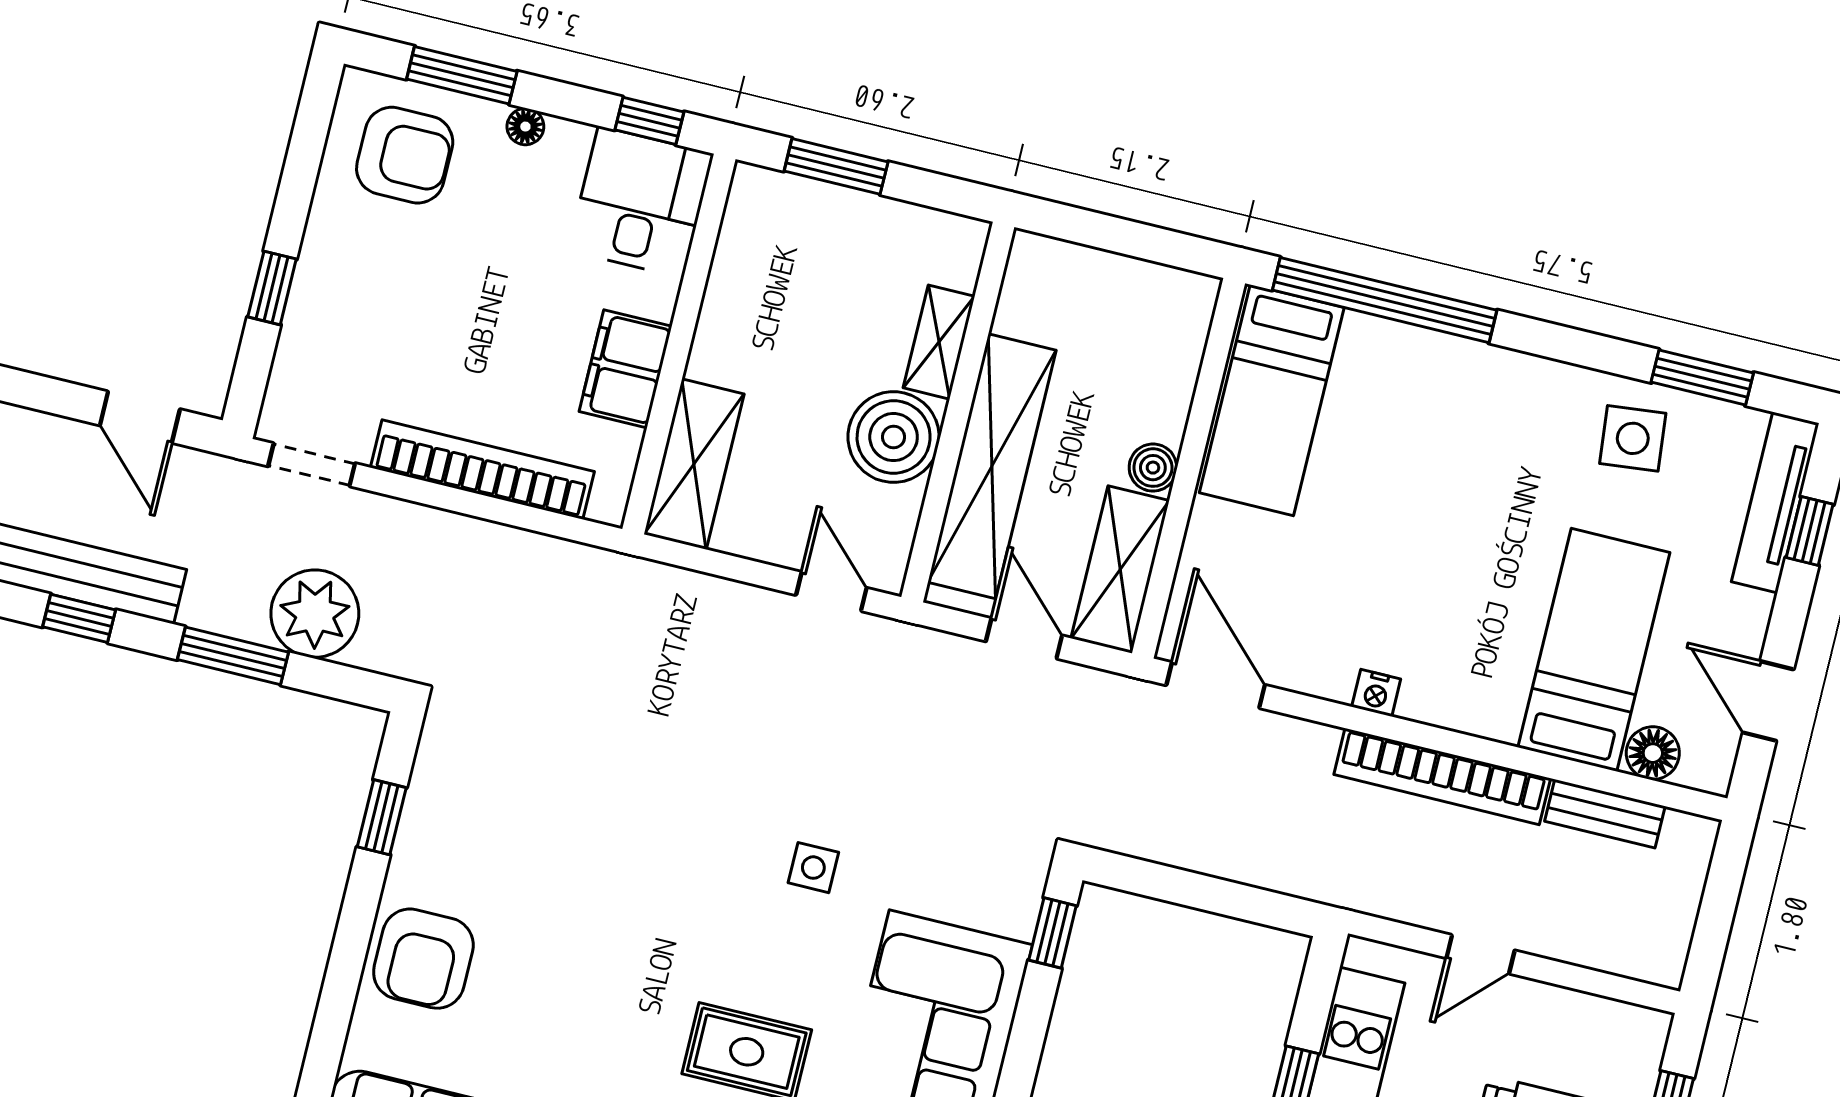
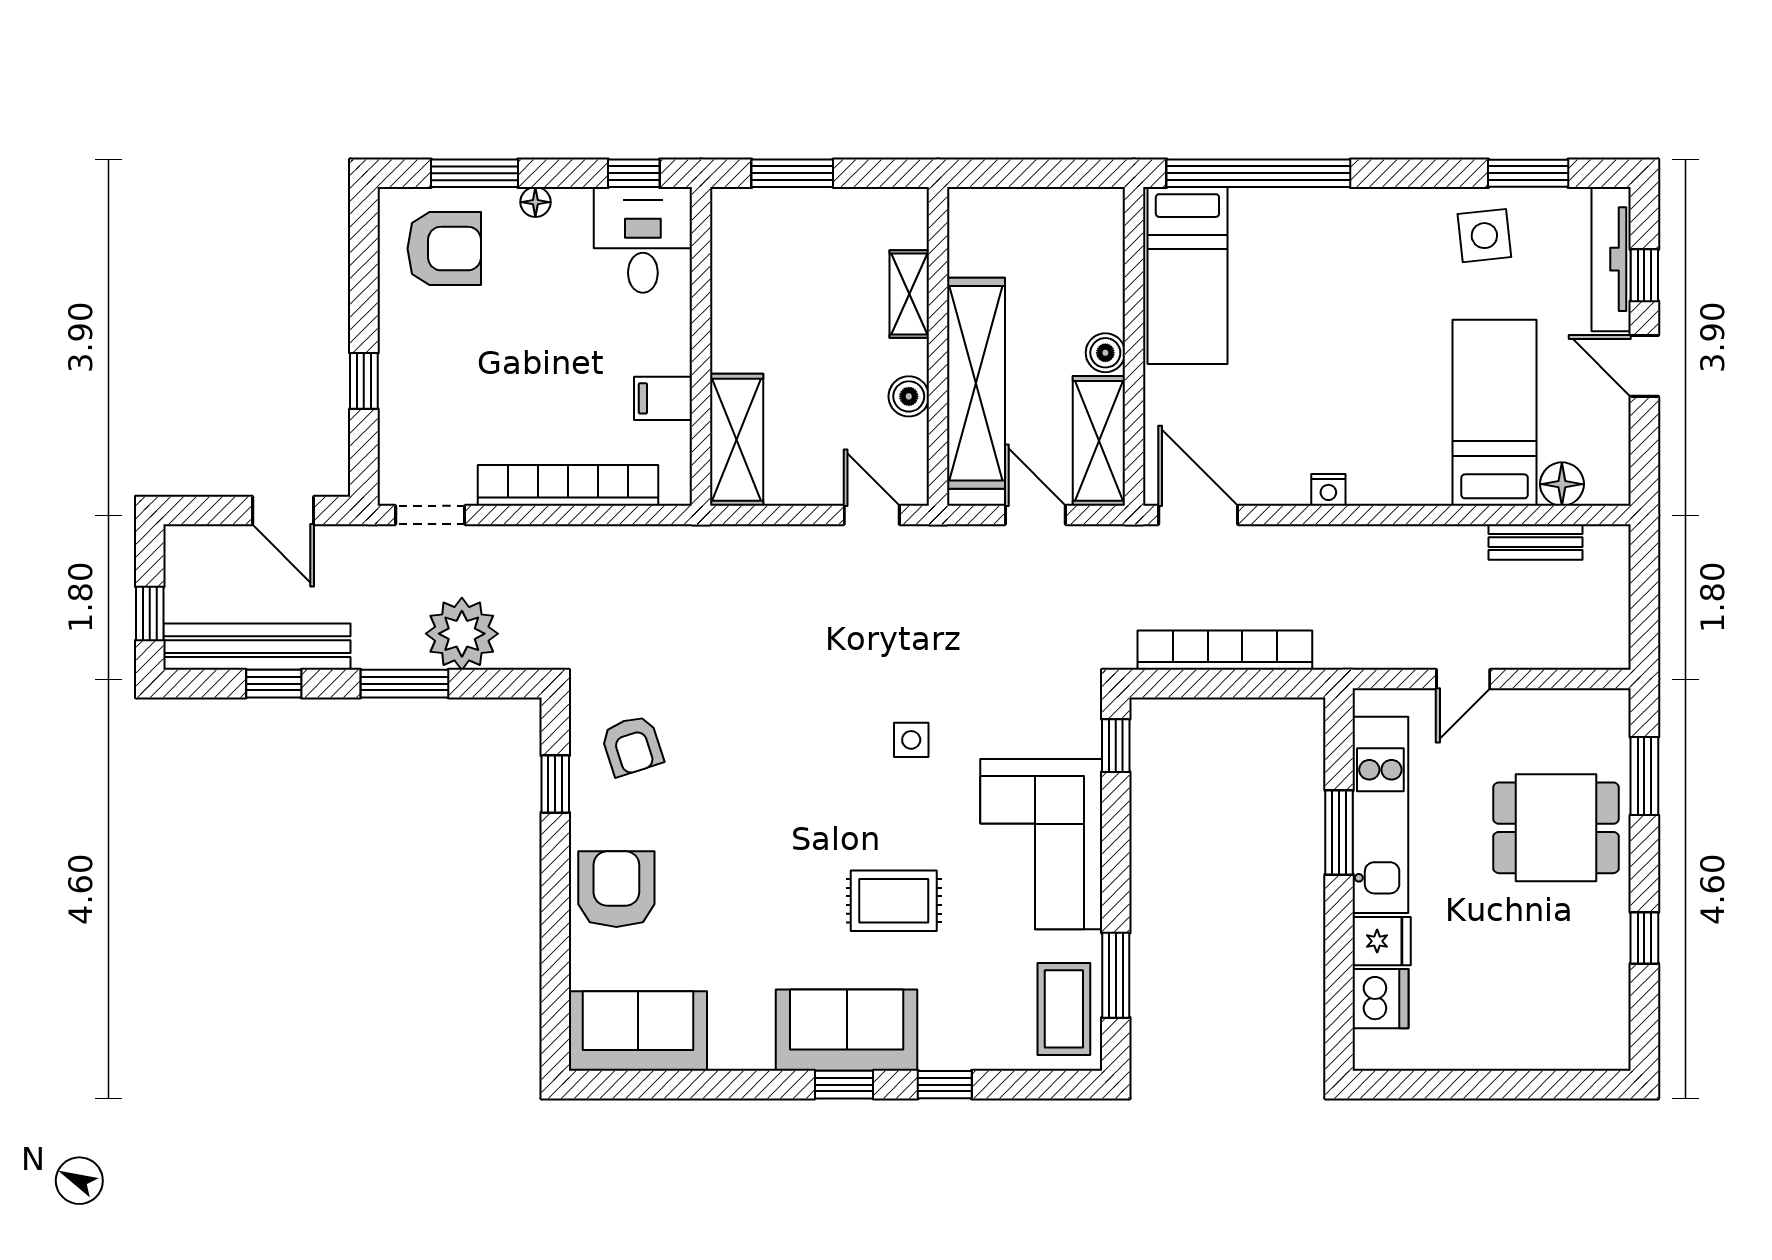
filing cabinet: (626, 369) -> (663, 398), width x0.50
boiler: (894, 437) -> (909, 396), width x0.54, depth x0.54
door: (1768, 701) -> (1644, 366), moved
bookcase: (1442, 776) -> (1225, 650), moved, turned 180
armchair: (483, 794) -> (632, 746), added
armchair: (423, 959) -> (616, 889), turned 180

